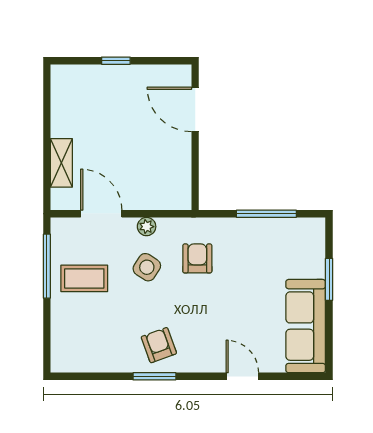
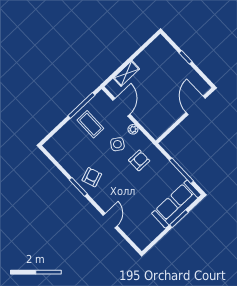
sofa: (306, 326) -> (176, 204), moved

